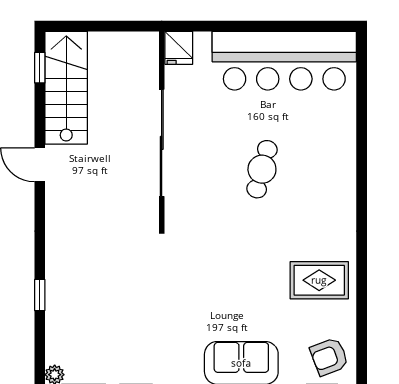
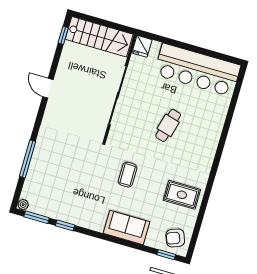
stairs: (66, 88) -> (99, 37), moved, turned 90
coffee table: (217, 272) -> (128, 175), added
window: (40, 295) -> (28, 159), width x2.17

